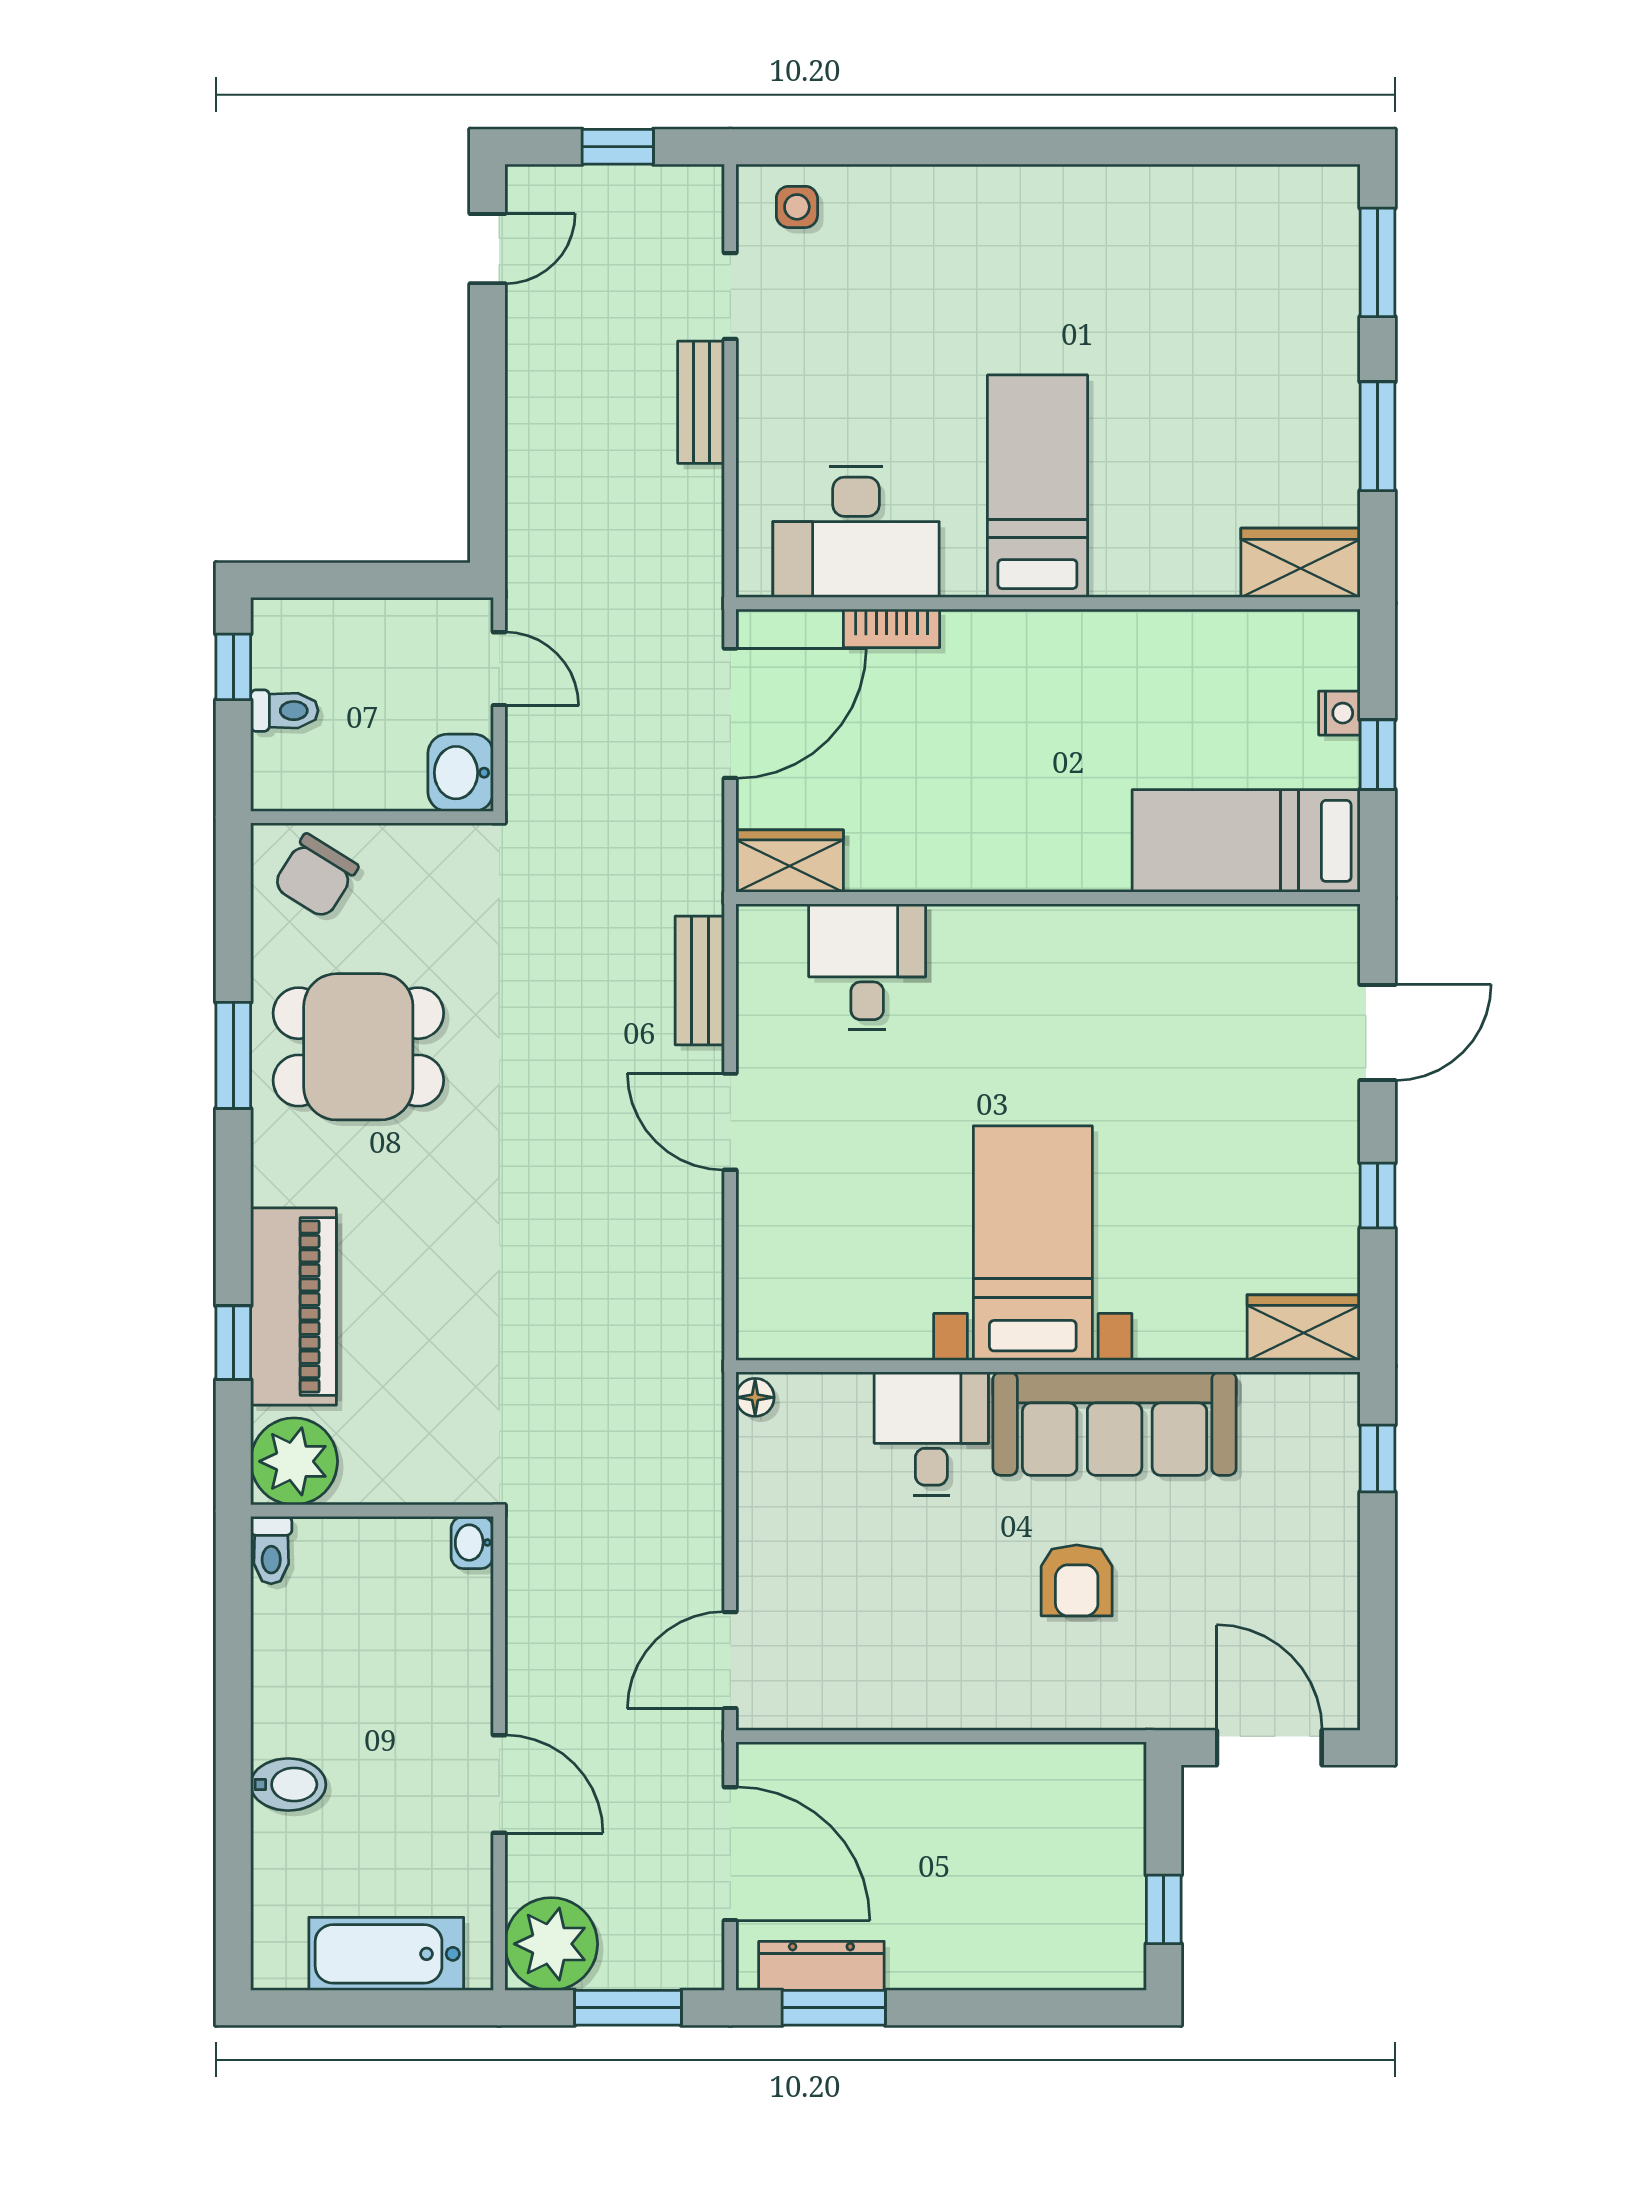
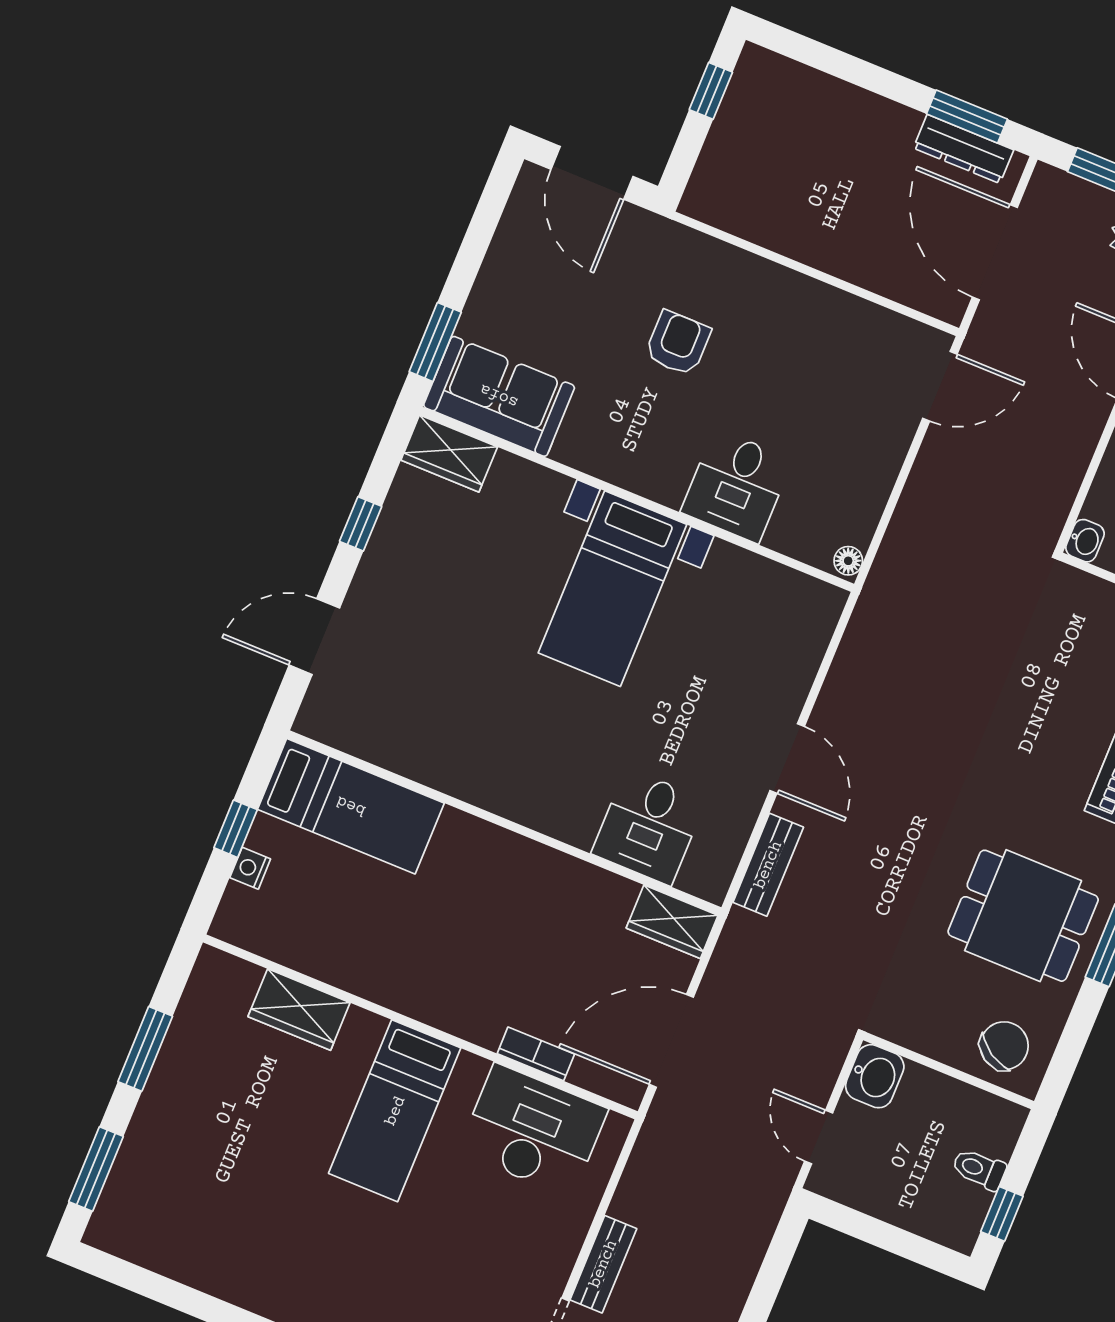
wardrobe: (1300, 563) -> (299, 1010), moved
sofa: (1115, 1424) -> (499, 396), moved, width x0.73
window: (1378, 1459) -> (435, 342), width x1.50

